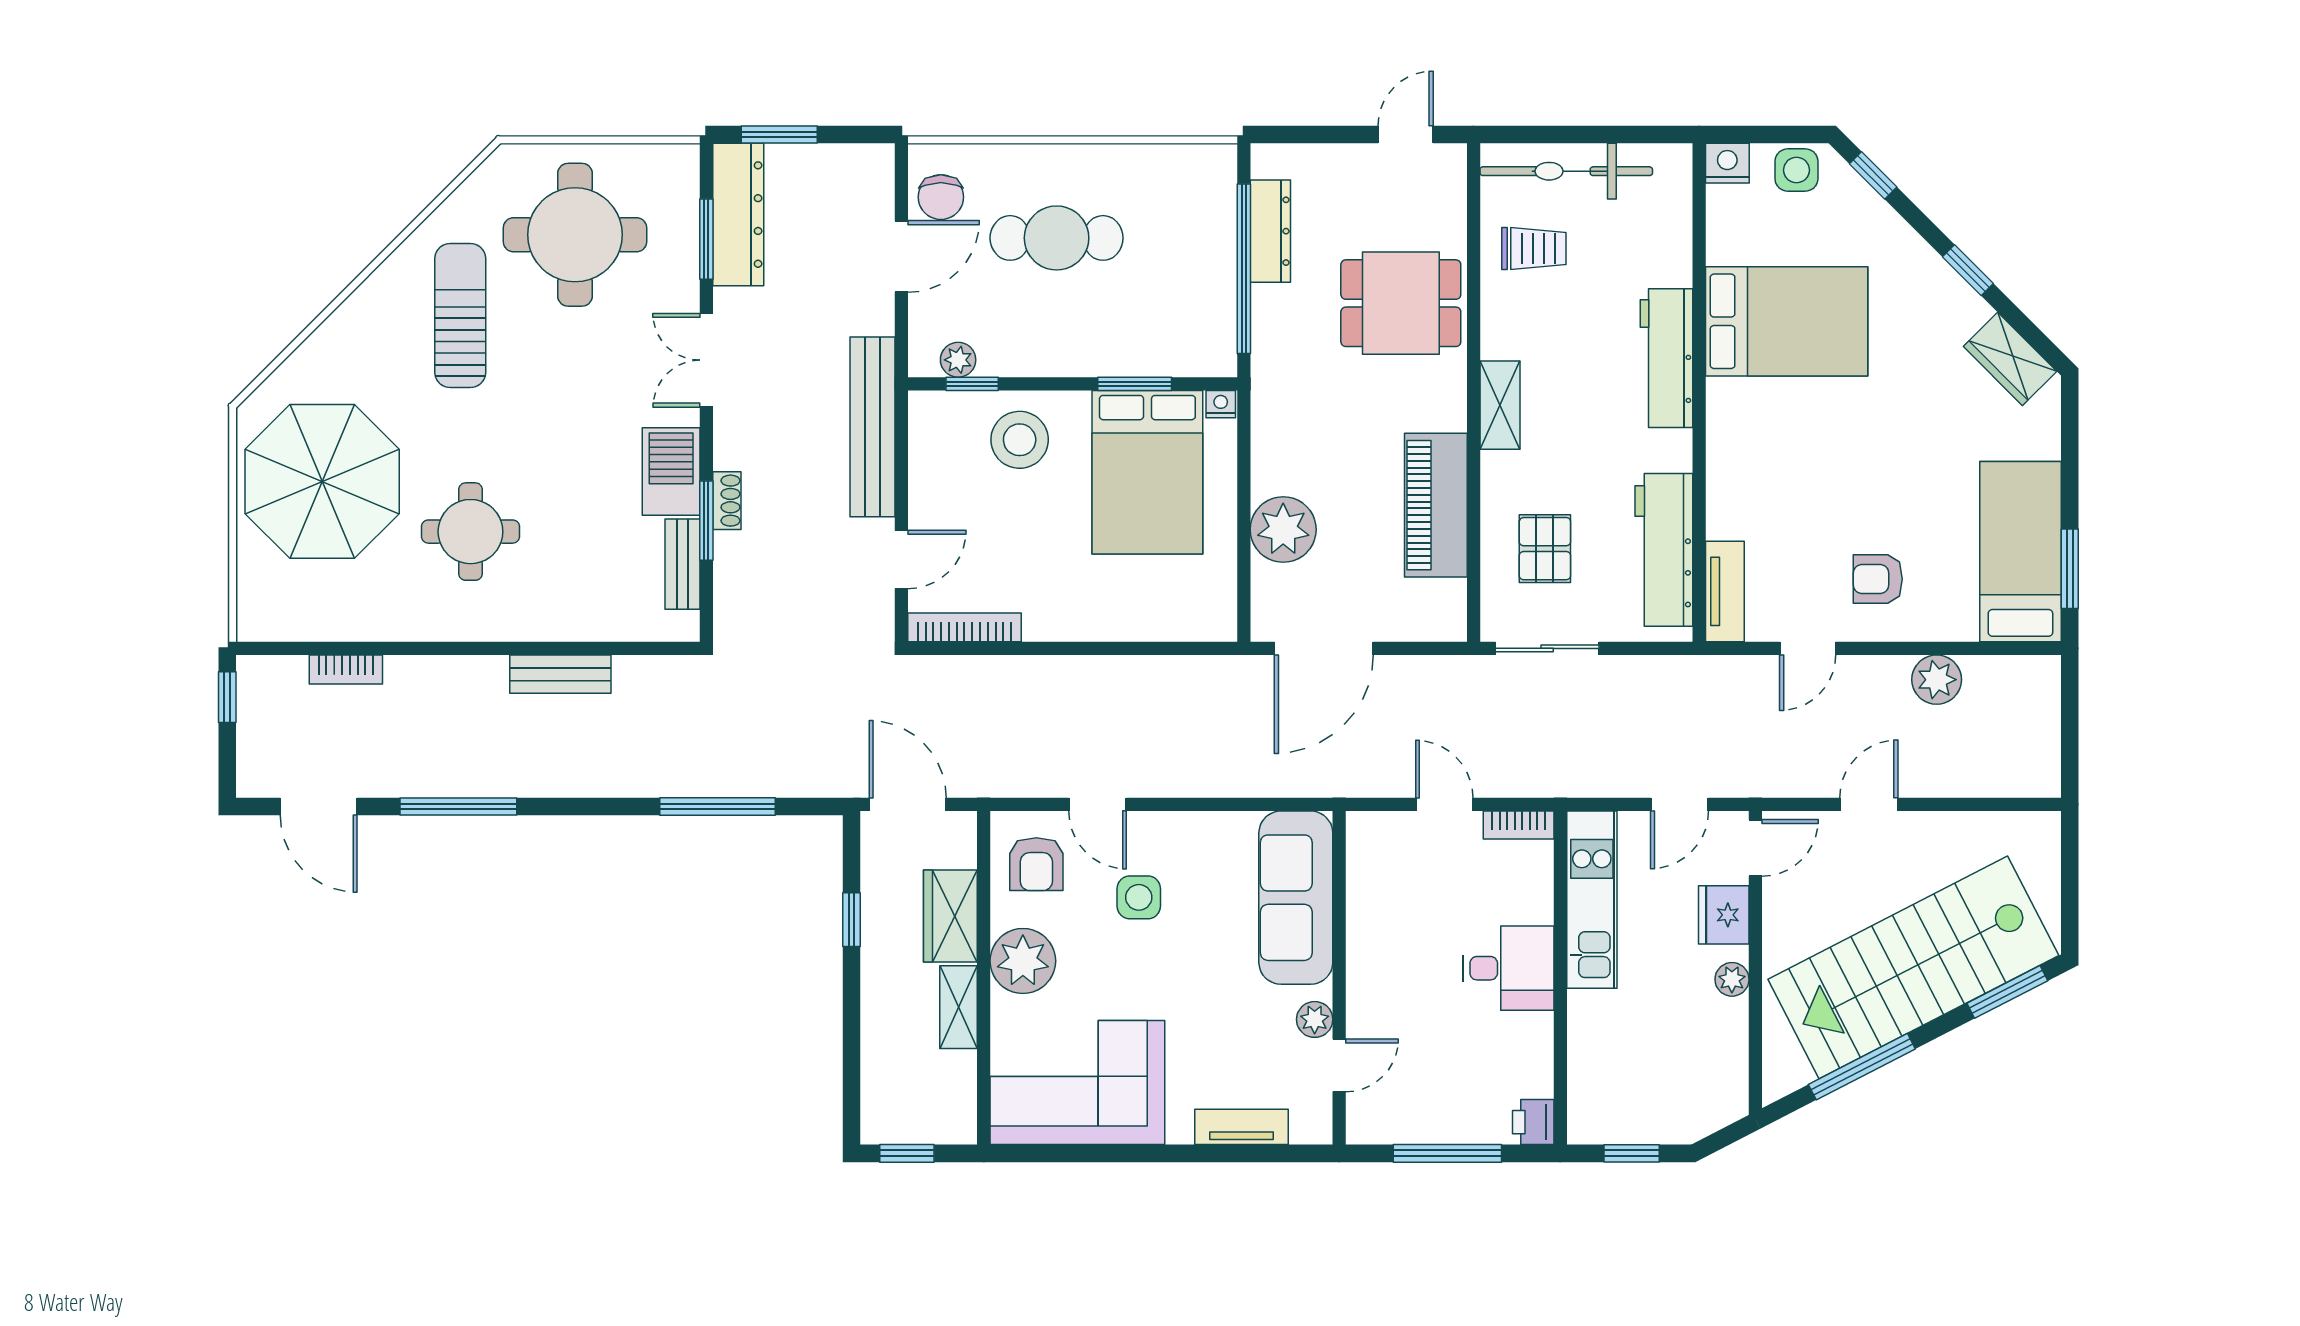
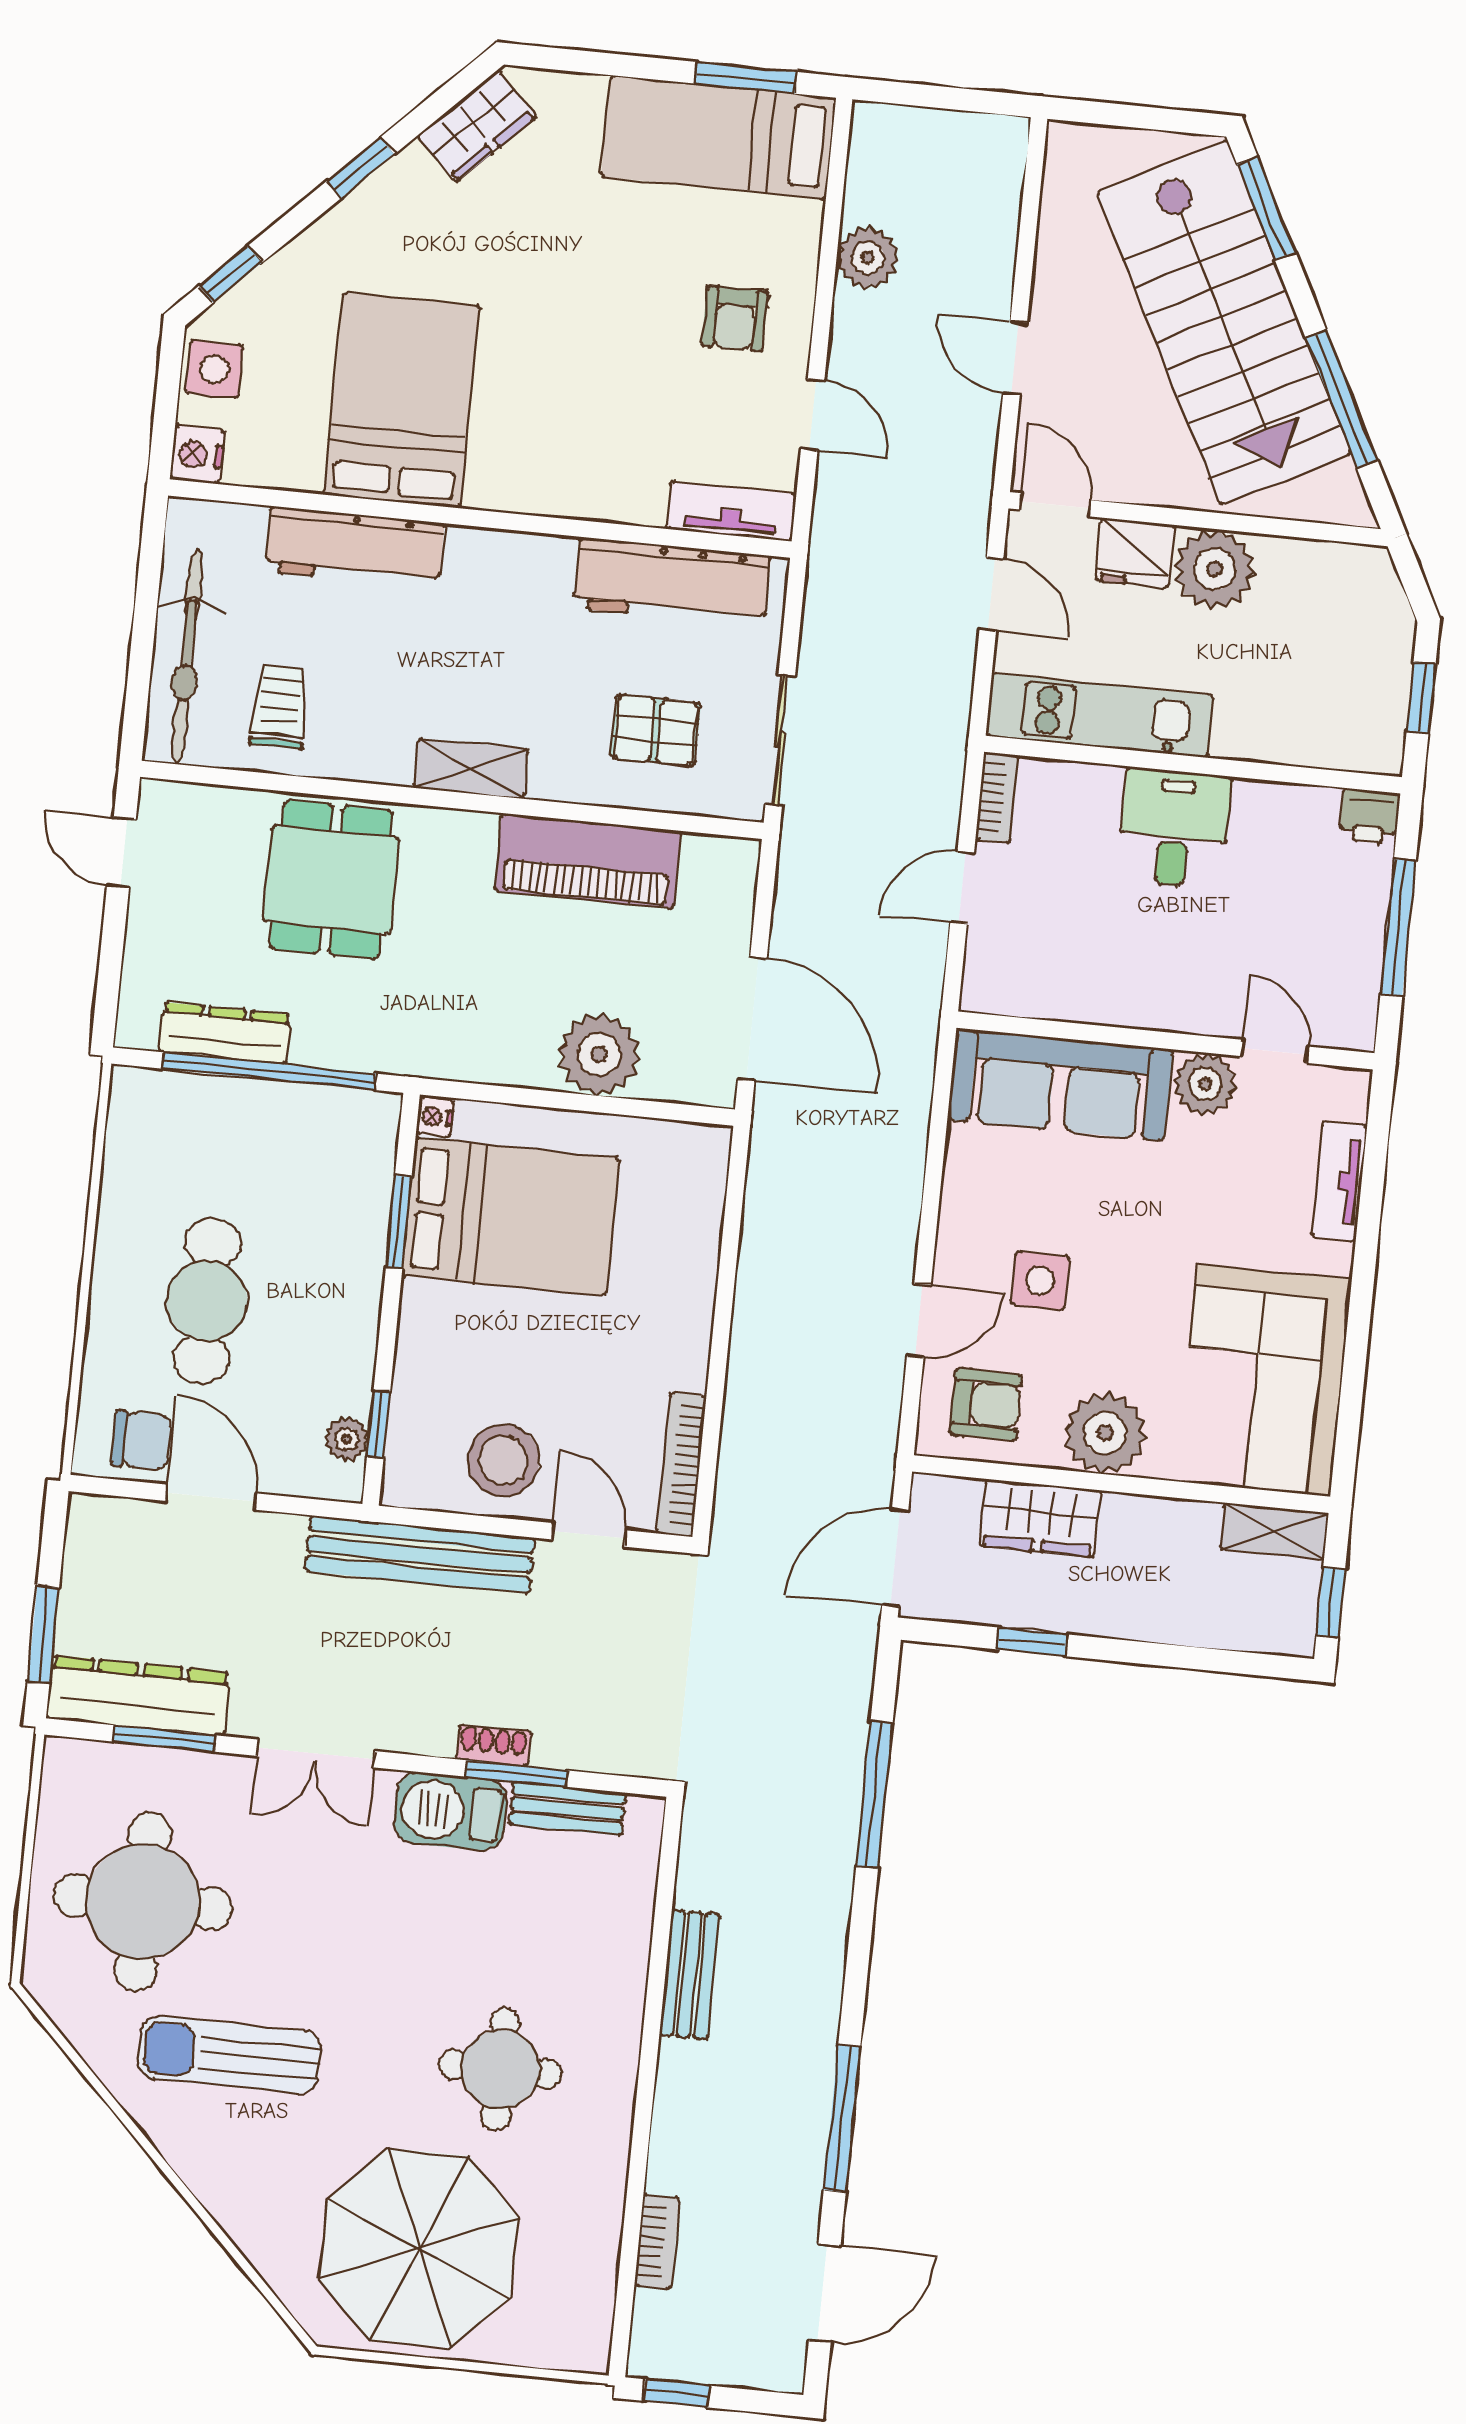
workbench: (1666, 358) -> (355, 547), moved
stool: (1020, 440) -> (503, 1460), moved
plant: (1732, 979) -> (1214, 569), width x1.87, depth x1.87
shelving: (959, 1007) -> (1275, 1531), moved
plant: (1315, 1019) -> (1205, 1084), width x1.38, depth x1.38

